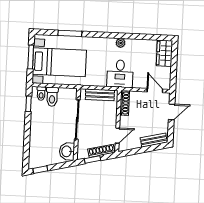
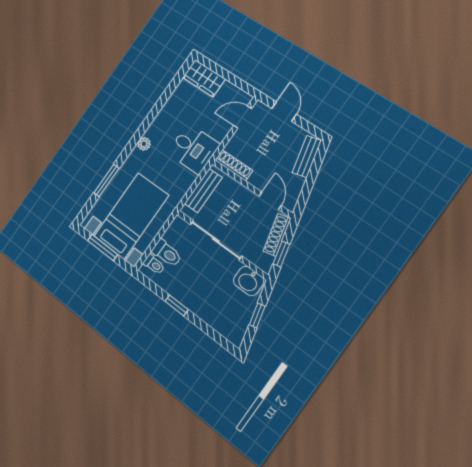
plant: (121, 43) -> (144, 144), moved
window: (28, 104) -> (177, 305), moved
window: (40, 170) -> (257, 316), moved

